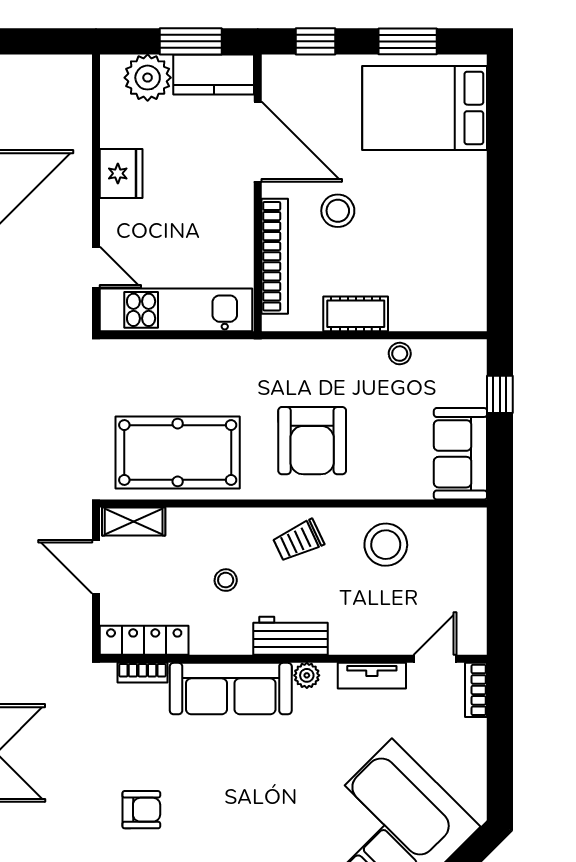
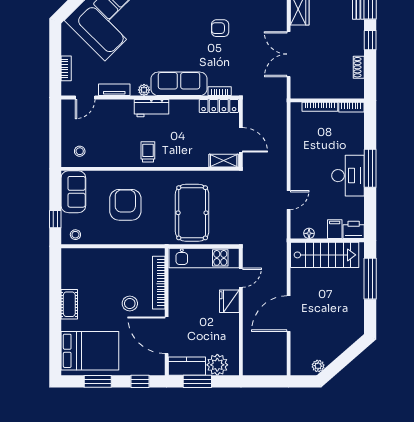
fridge: (121, 173) -> (229, 301), moved
door: (96, 267) -> (241, 278), swing flipped
cot: (356, 314) -> (69, 304), moved, turned 90
stool: (400, 354) -> (75, 235), moved
armchair: (312, 441) -> (125, 205), moved
pool table: (178, 452) -> (192, 213), moved, turned 90
trolley: (298, 541) -> (148, 152), turned -65
stool: (386, 545) -> (80, 151), moved, width x0.53, depth x0.53
stool: (226, 580) -> (181, 134), removed
bookcase: (476, 690) -> (66, 68), moved

